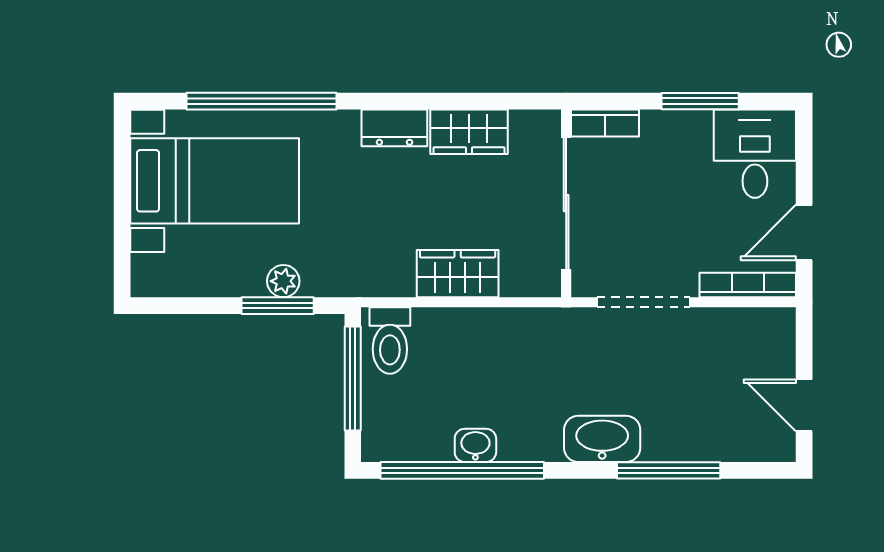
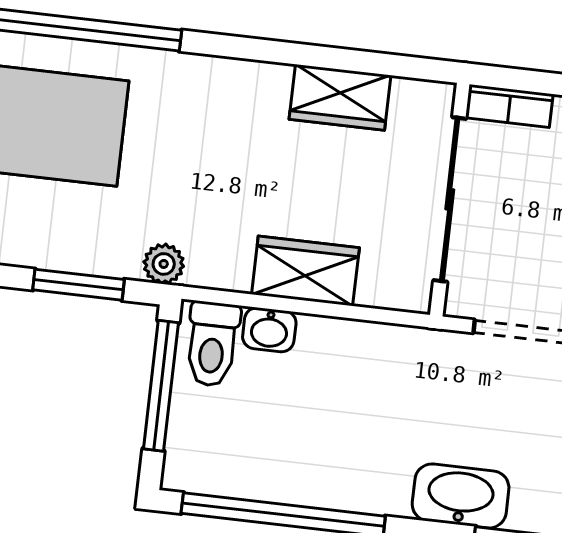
dresser: (394, 128) -> (248, 82), removed
plant: (283, 281) -> (164, 264), moved
washbasin: (475, 445) -> (269, 330), moved, turned 180

